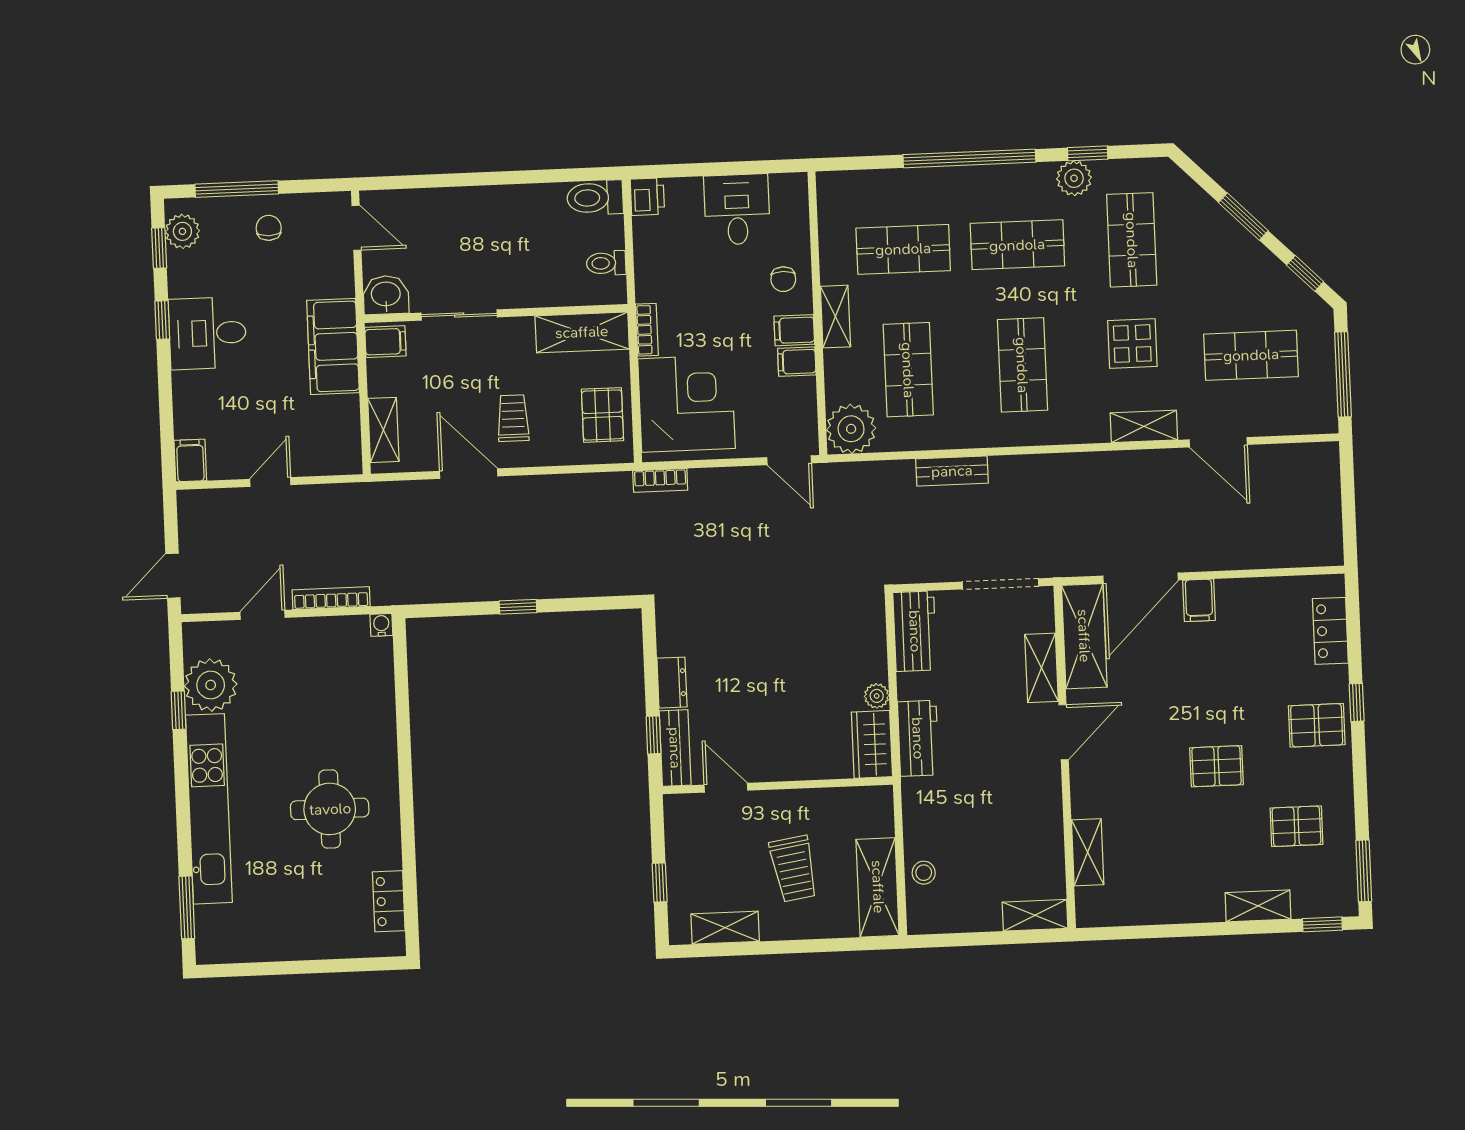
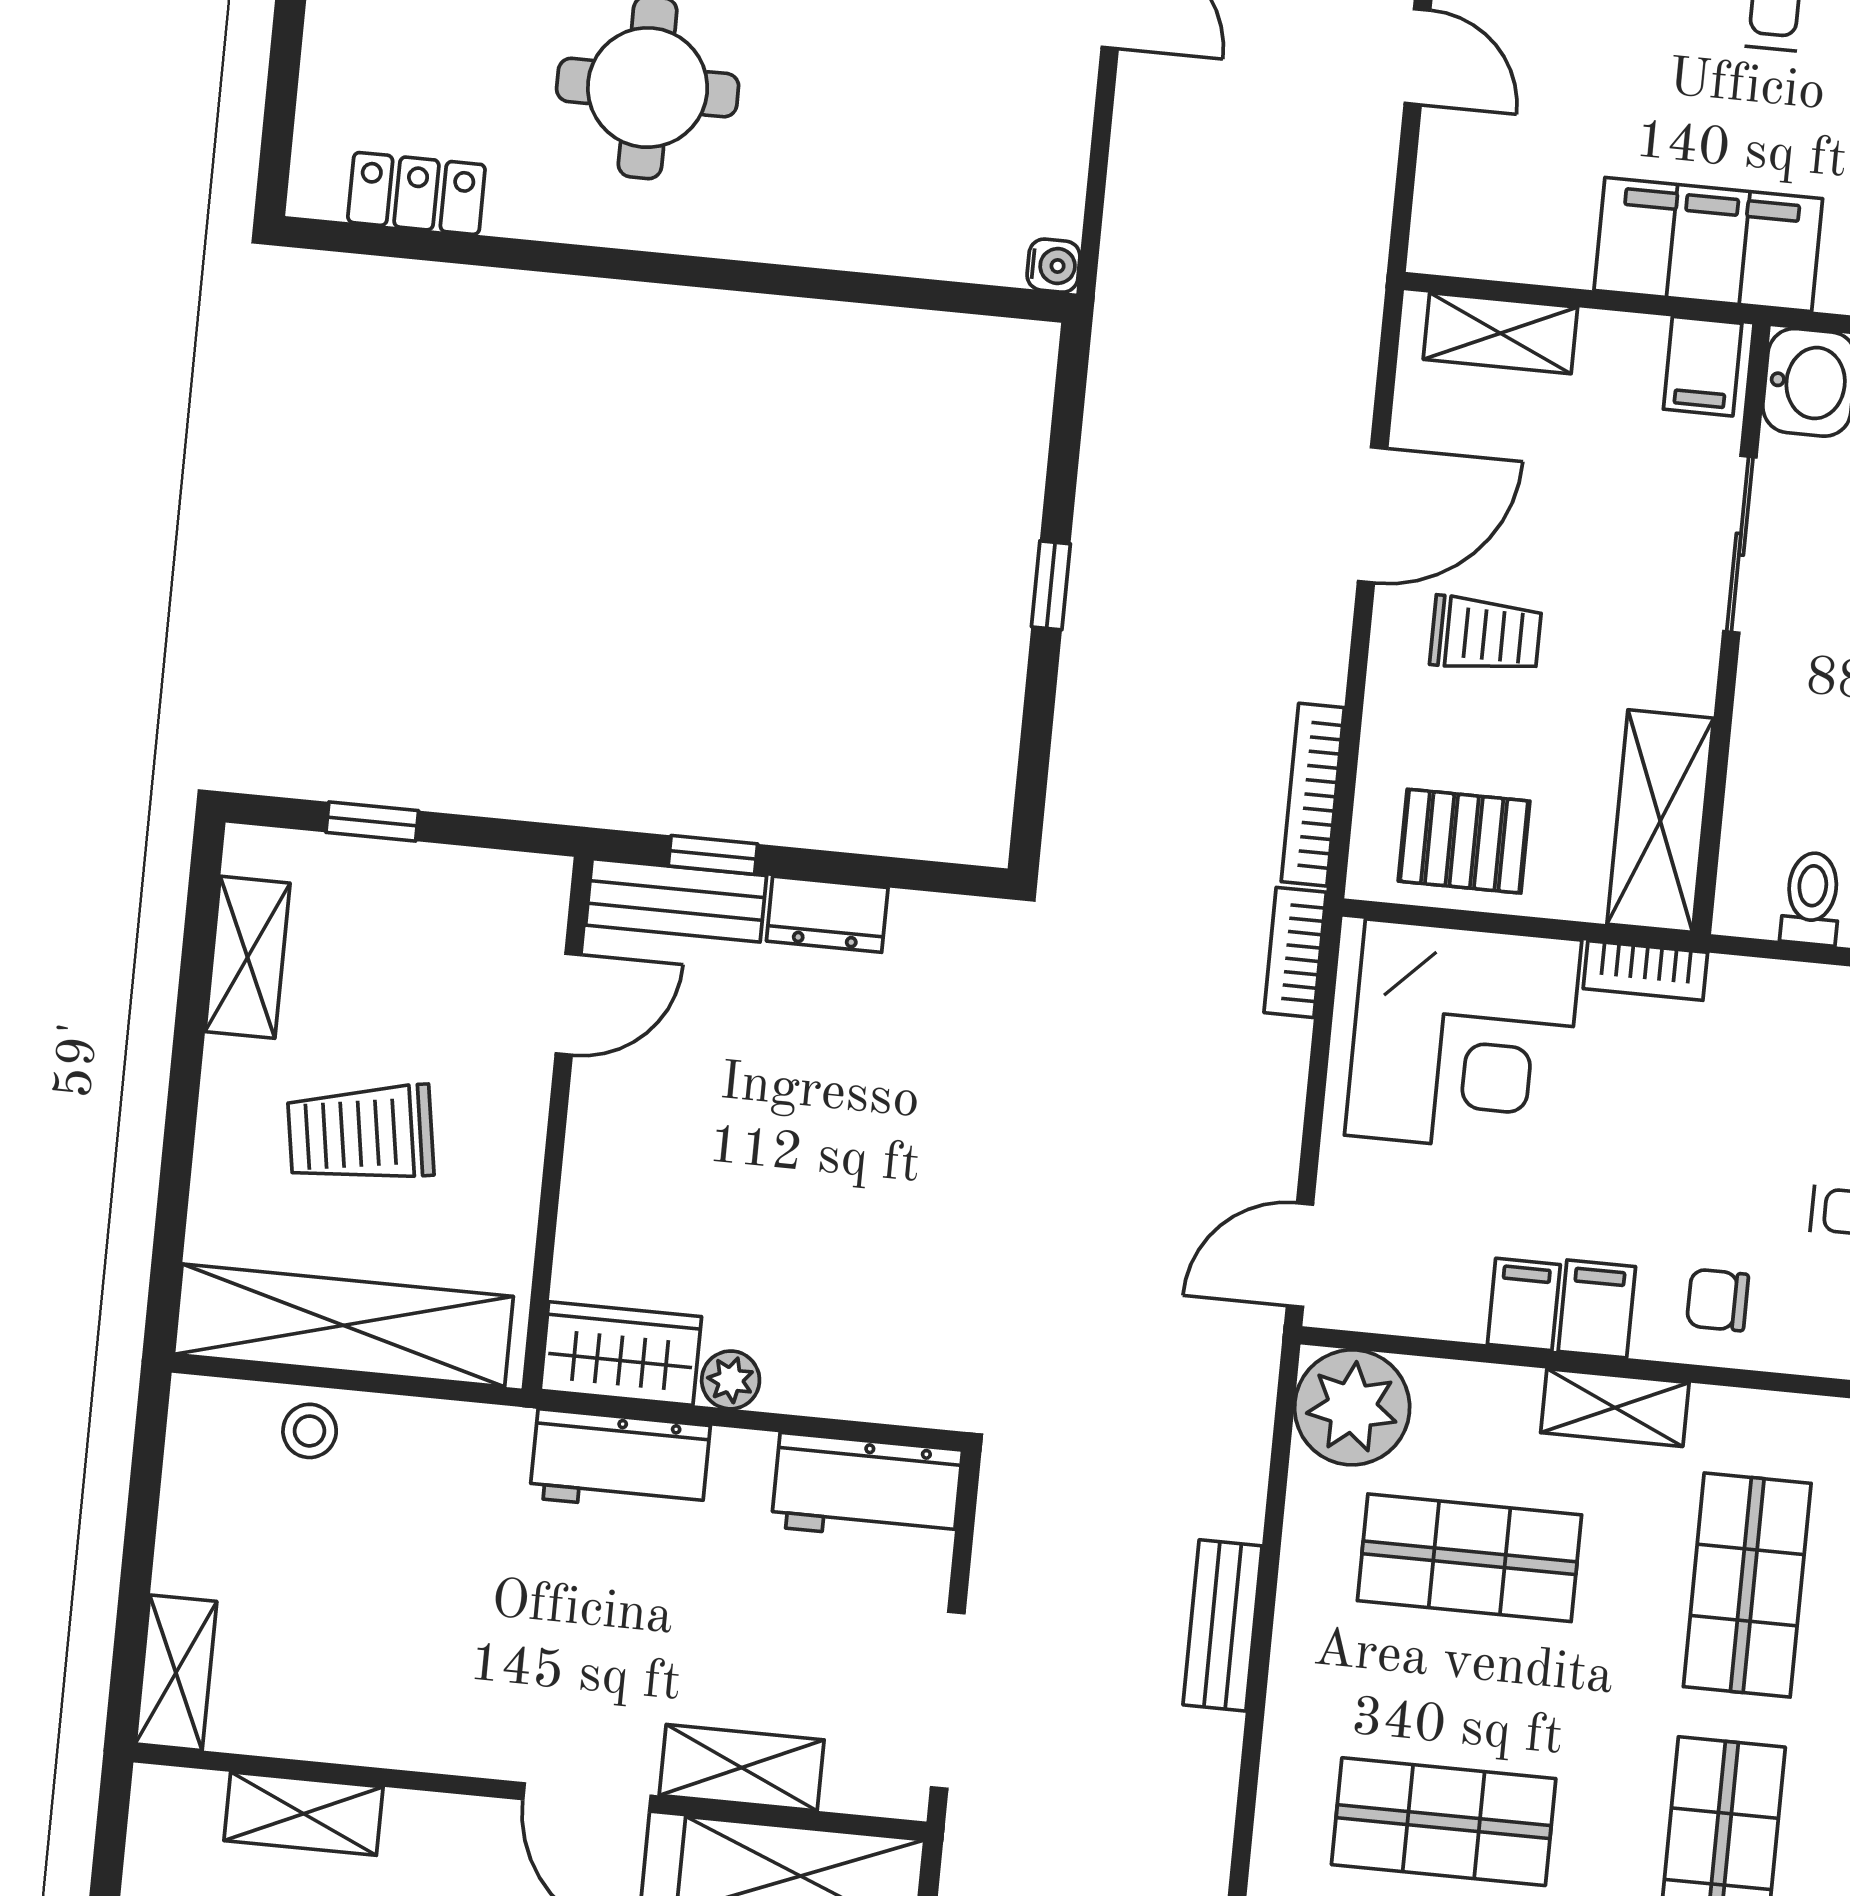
bookcase: (331, 598) -> (1313, 795), moved, turned 180
shelving: (878, 887) -> (343, 1325), width x1.47

